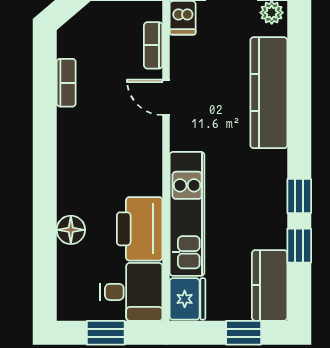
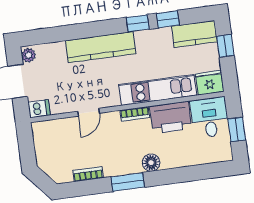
bookcase: (153, 45) -> (135, 114), moved
kitchen counter: (269, 93) -> (101, 47), moved
window: (45, 145) -> (128, 182), added
floor lamp: (71, 230) -> (151, 163), moved

